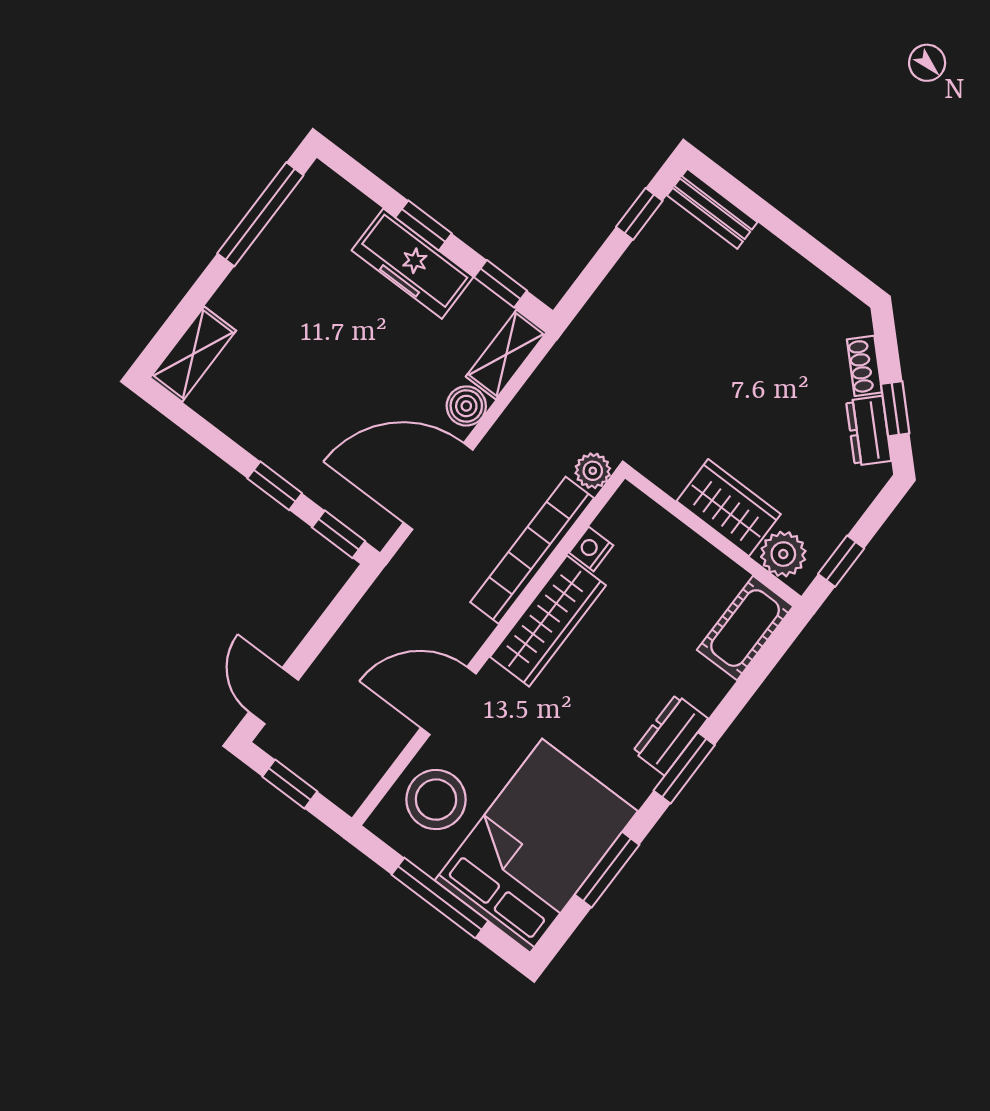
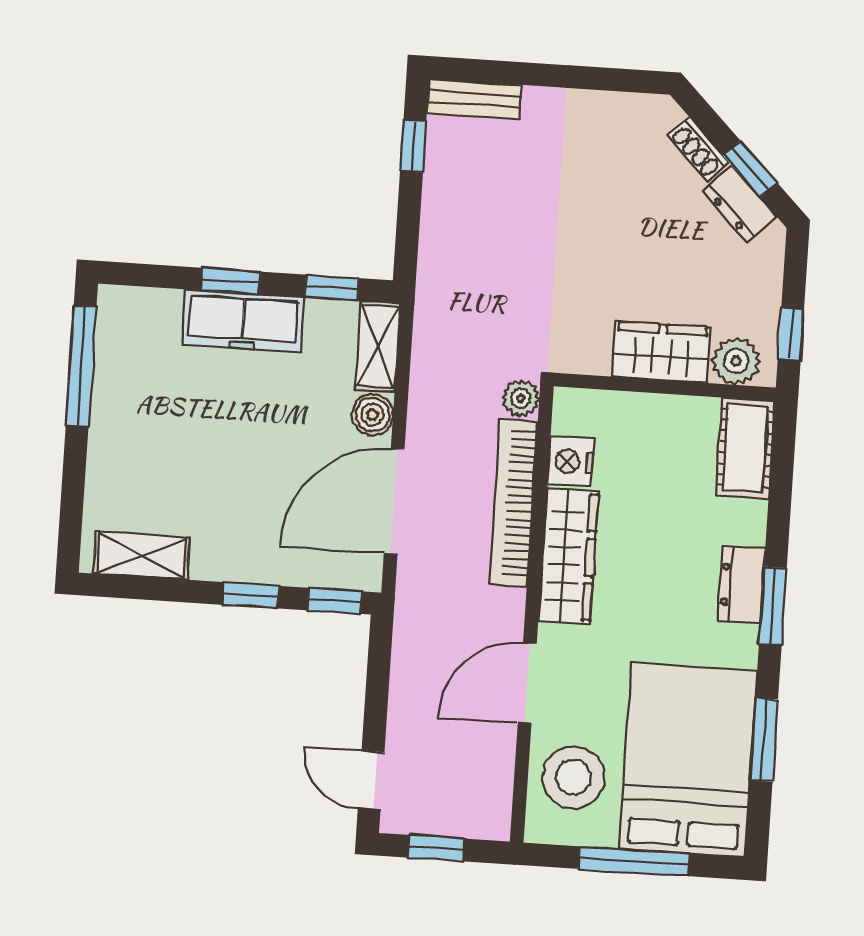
shelving: (193, 354) -> (142, 556), moved, turned 90
nightstand: (591, 549) -> (571, 462), width x1.39, depth x1.35

